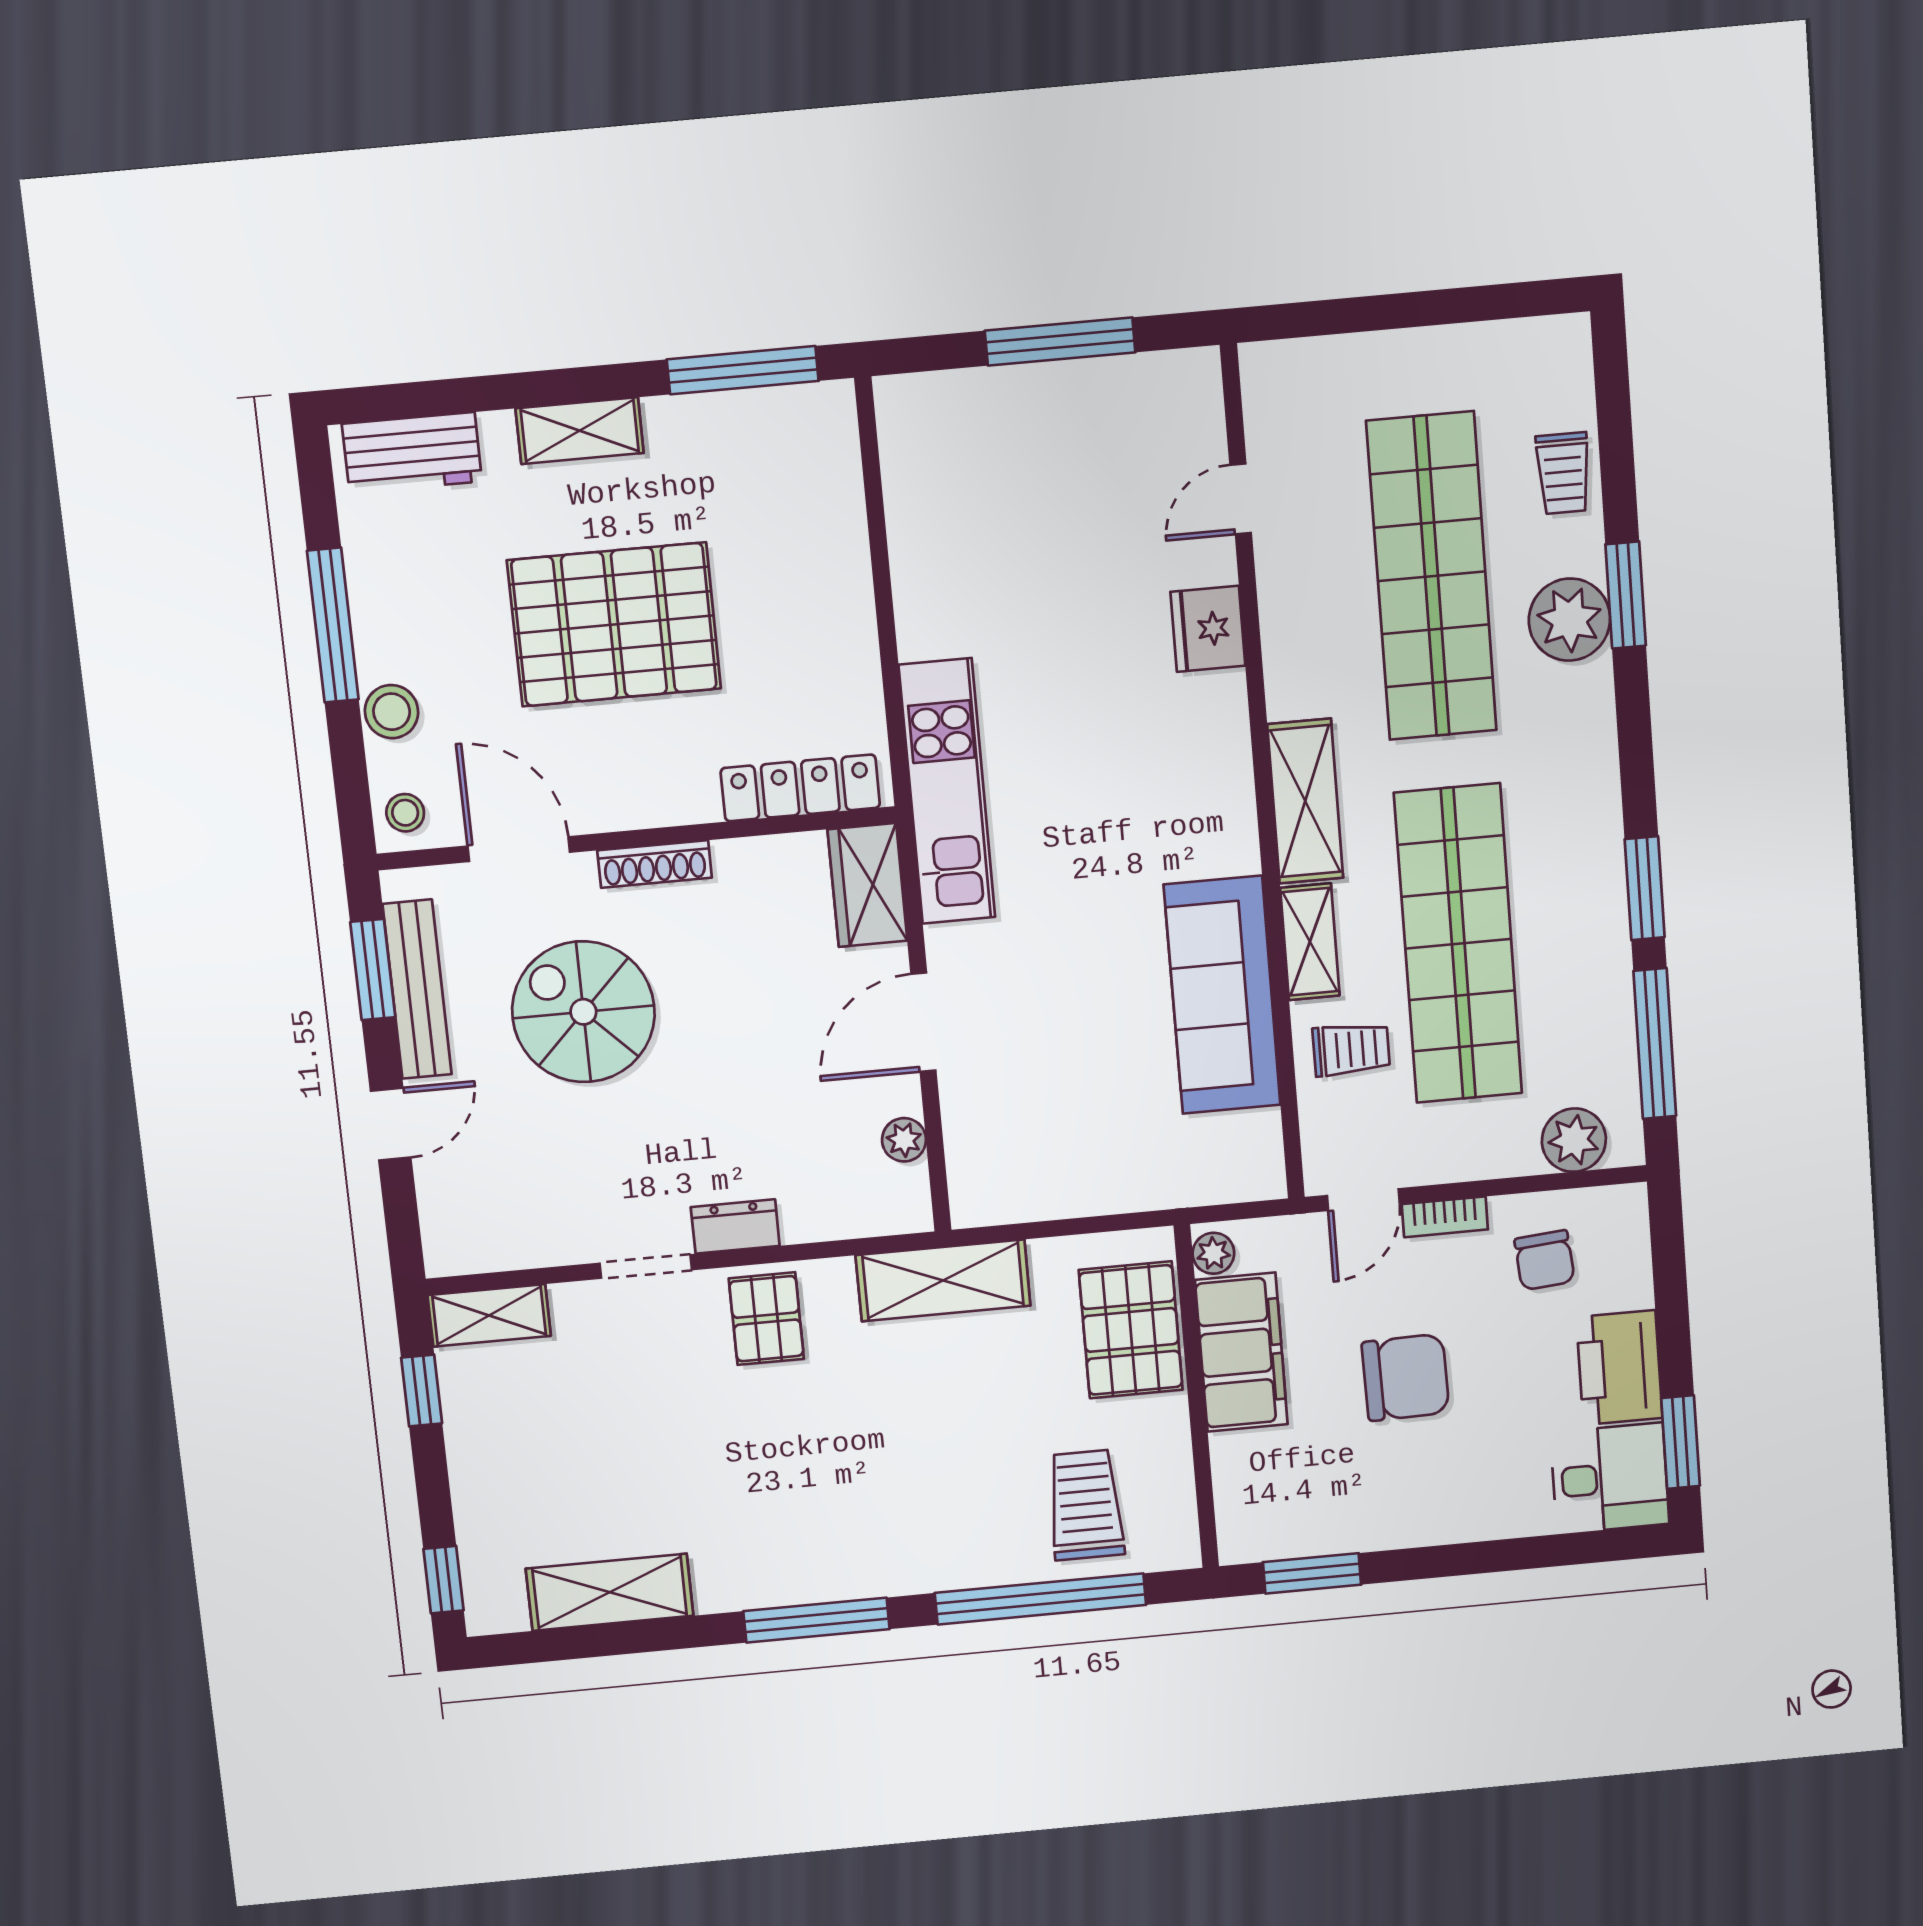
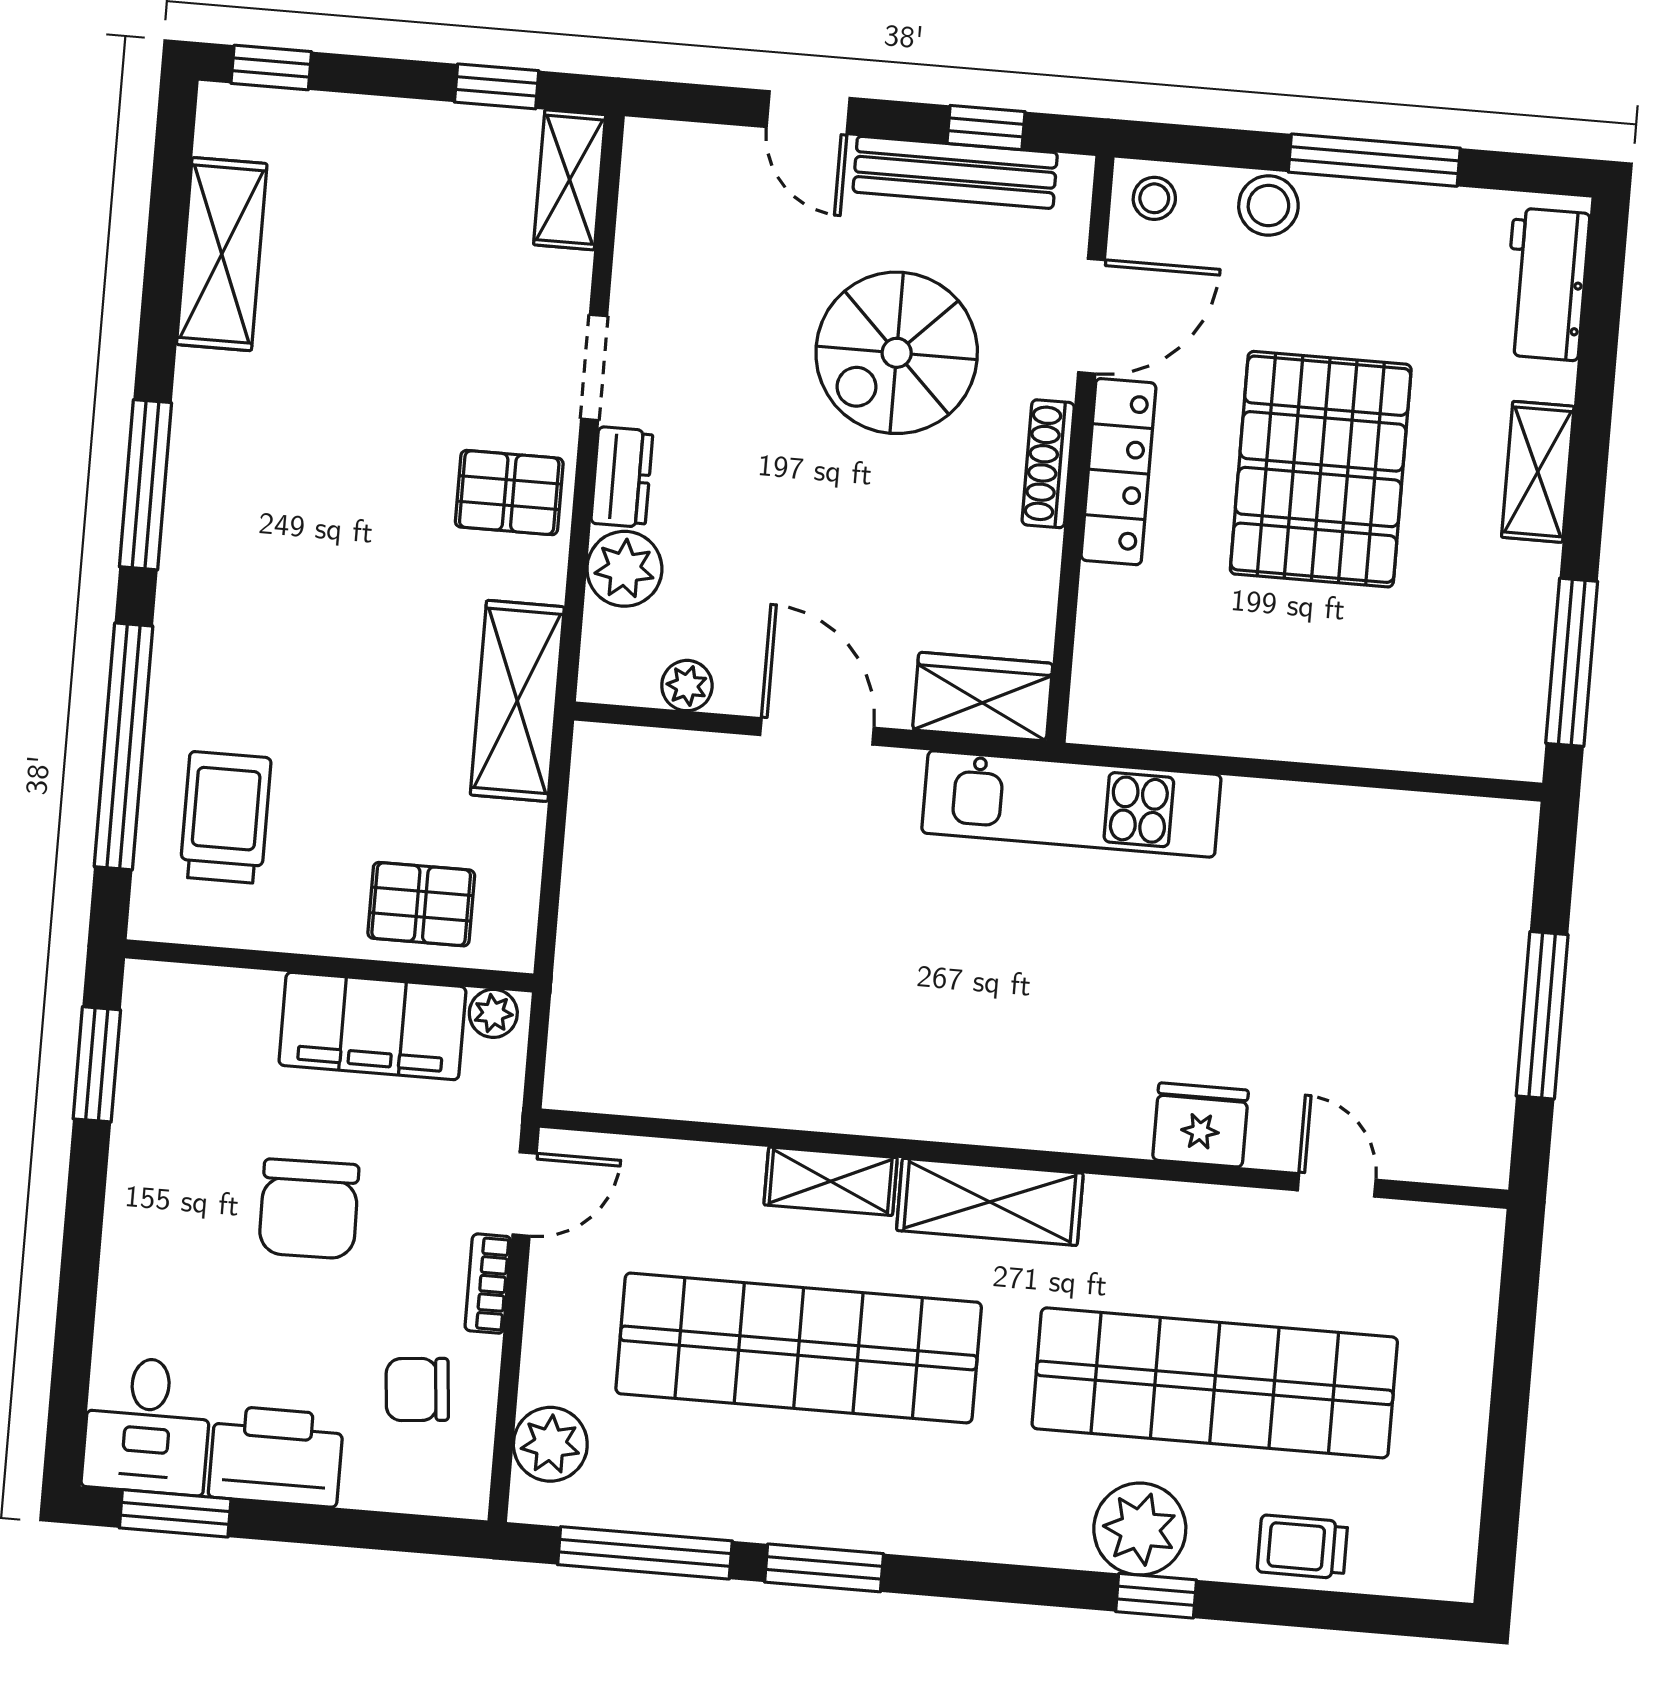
window: (1626, 595) -> (1156, 1596), width x0.67
locker: (800, 788) -> (1118, 472), moved
window: (373, 970) -> (986, 127), width x0.67
sofa: (1222, 995) -> (788, 1073), removed
spiral stairs: (583, 1012) -> (897, 353), turned 180
trolley: (1351, 1049) -> (700, 1208), removed
door: (1363, 1200) -> (525, 1194), swing flipped
plant: (813, 1210) -> (624, 569), added
pallet: (1131, 1330) -> (421, 904), width x0.67, depth x0.71
trolley: (1086, 1505) -> (225, 817), turned -90

